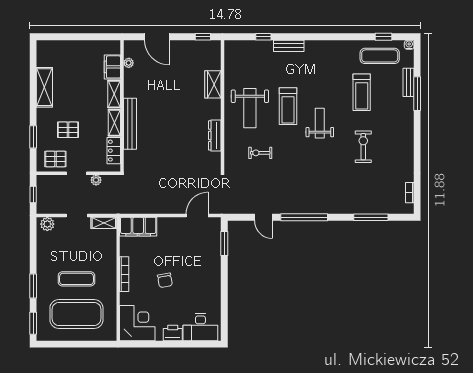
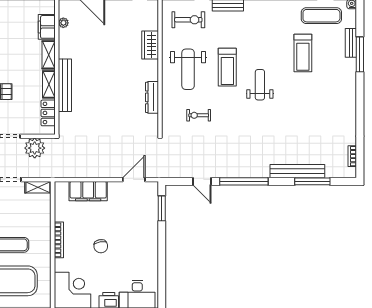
exercise bike: (363, 147) -> (188, 20), moved, turned 90
plant: (96, 180) -> (35, 148), width x1.88, depth x1.88
bench: (356, 207) -> (297, 171), added
filing cabinet: (138, 227) -> (88, 191), moved

